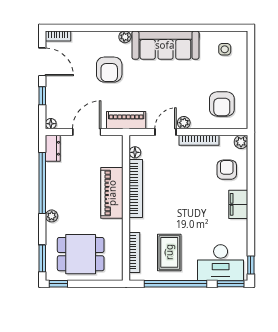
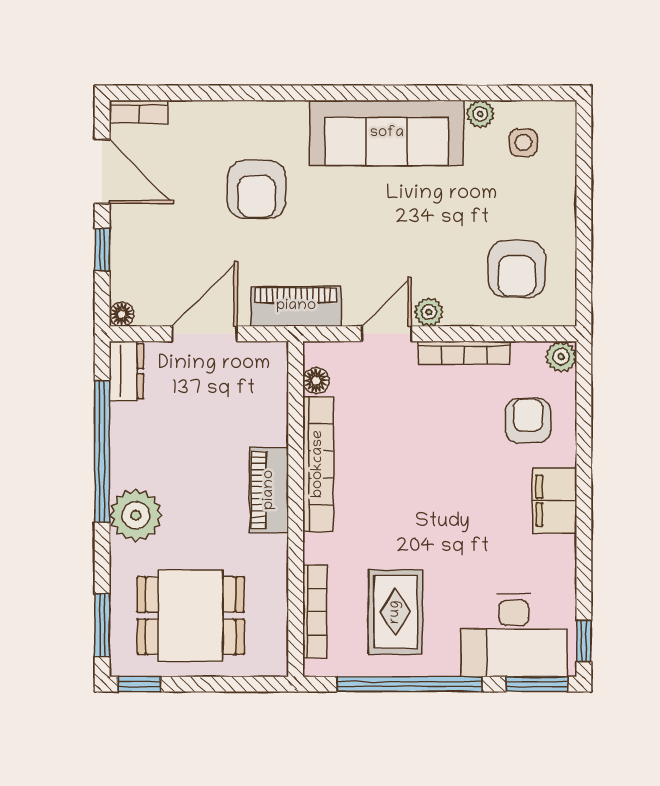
plant: (125, 37) -> (480, 114), moved
piano: (112, 193) -> (269, 490), width x0.73, depth x0.75
plant: (52, 216) -> (136, 515), width x1.88, depth x1.88

